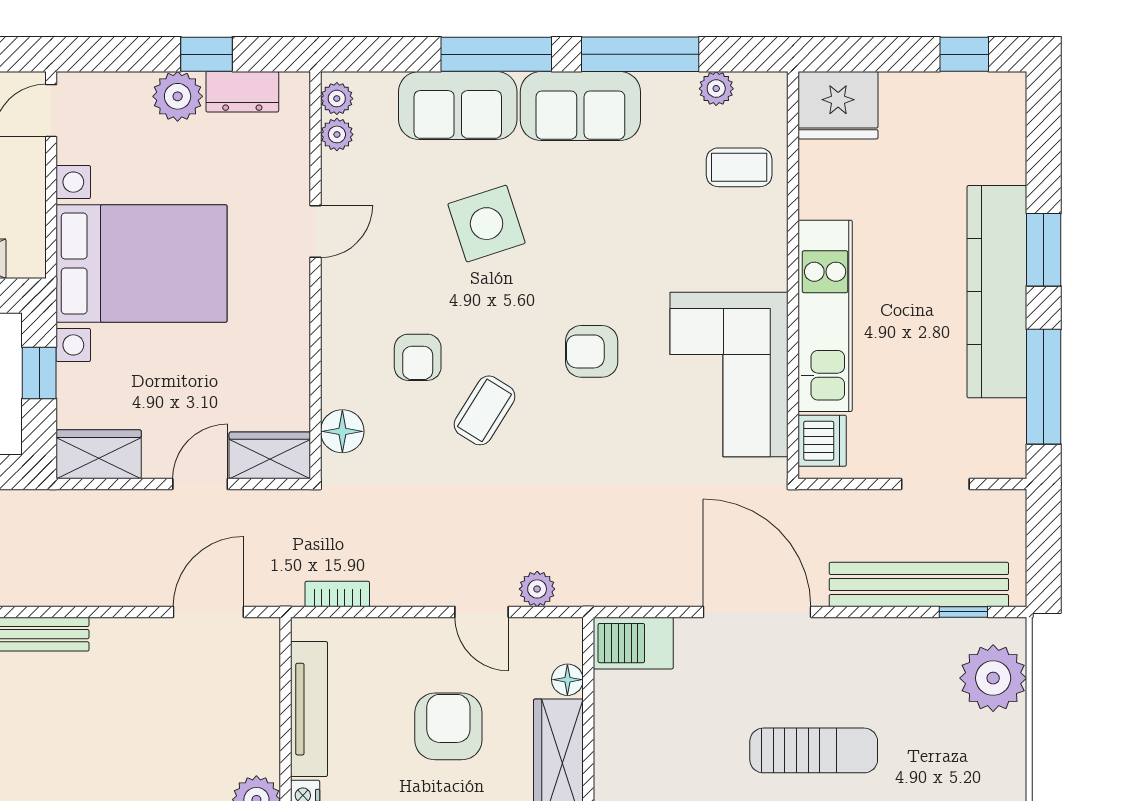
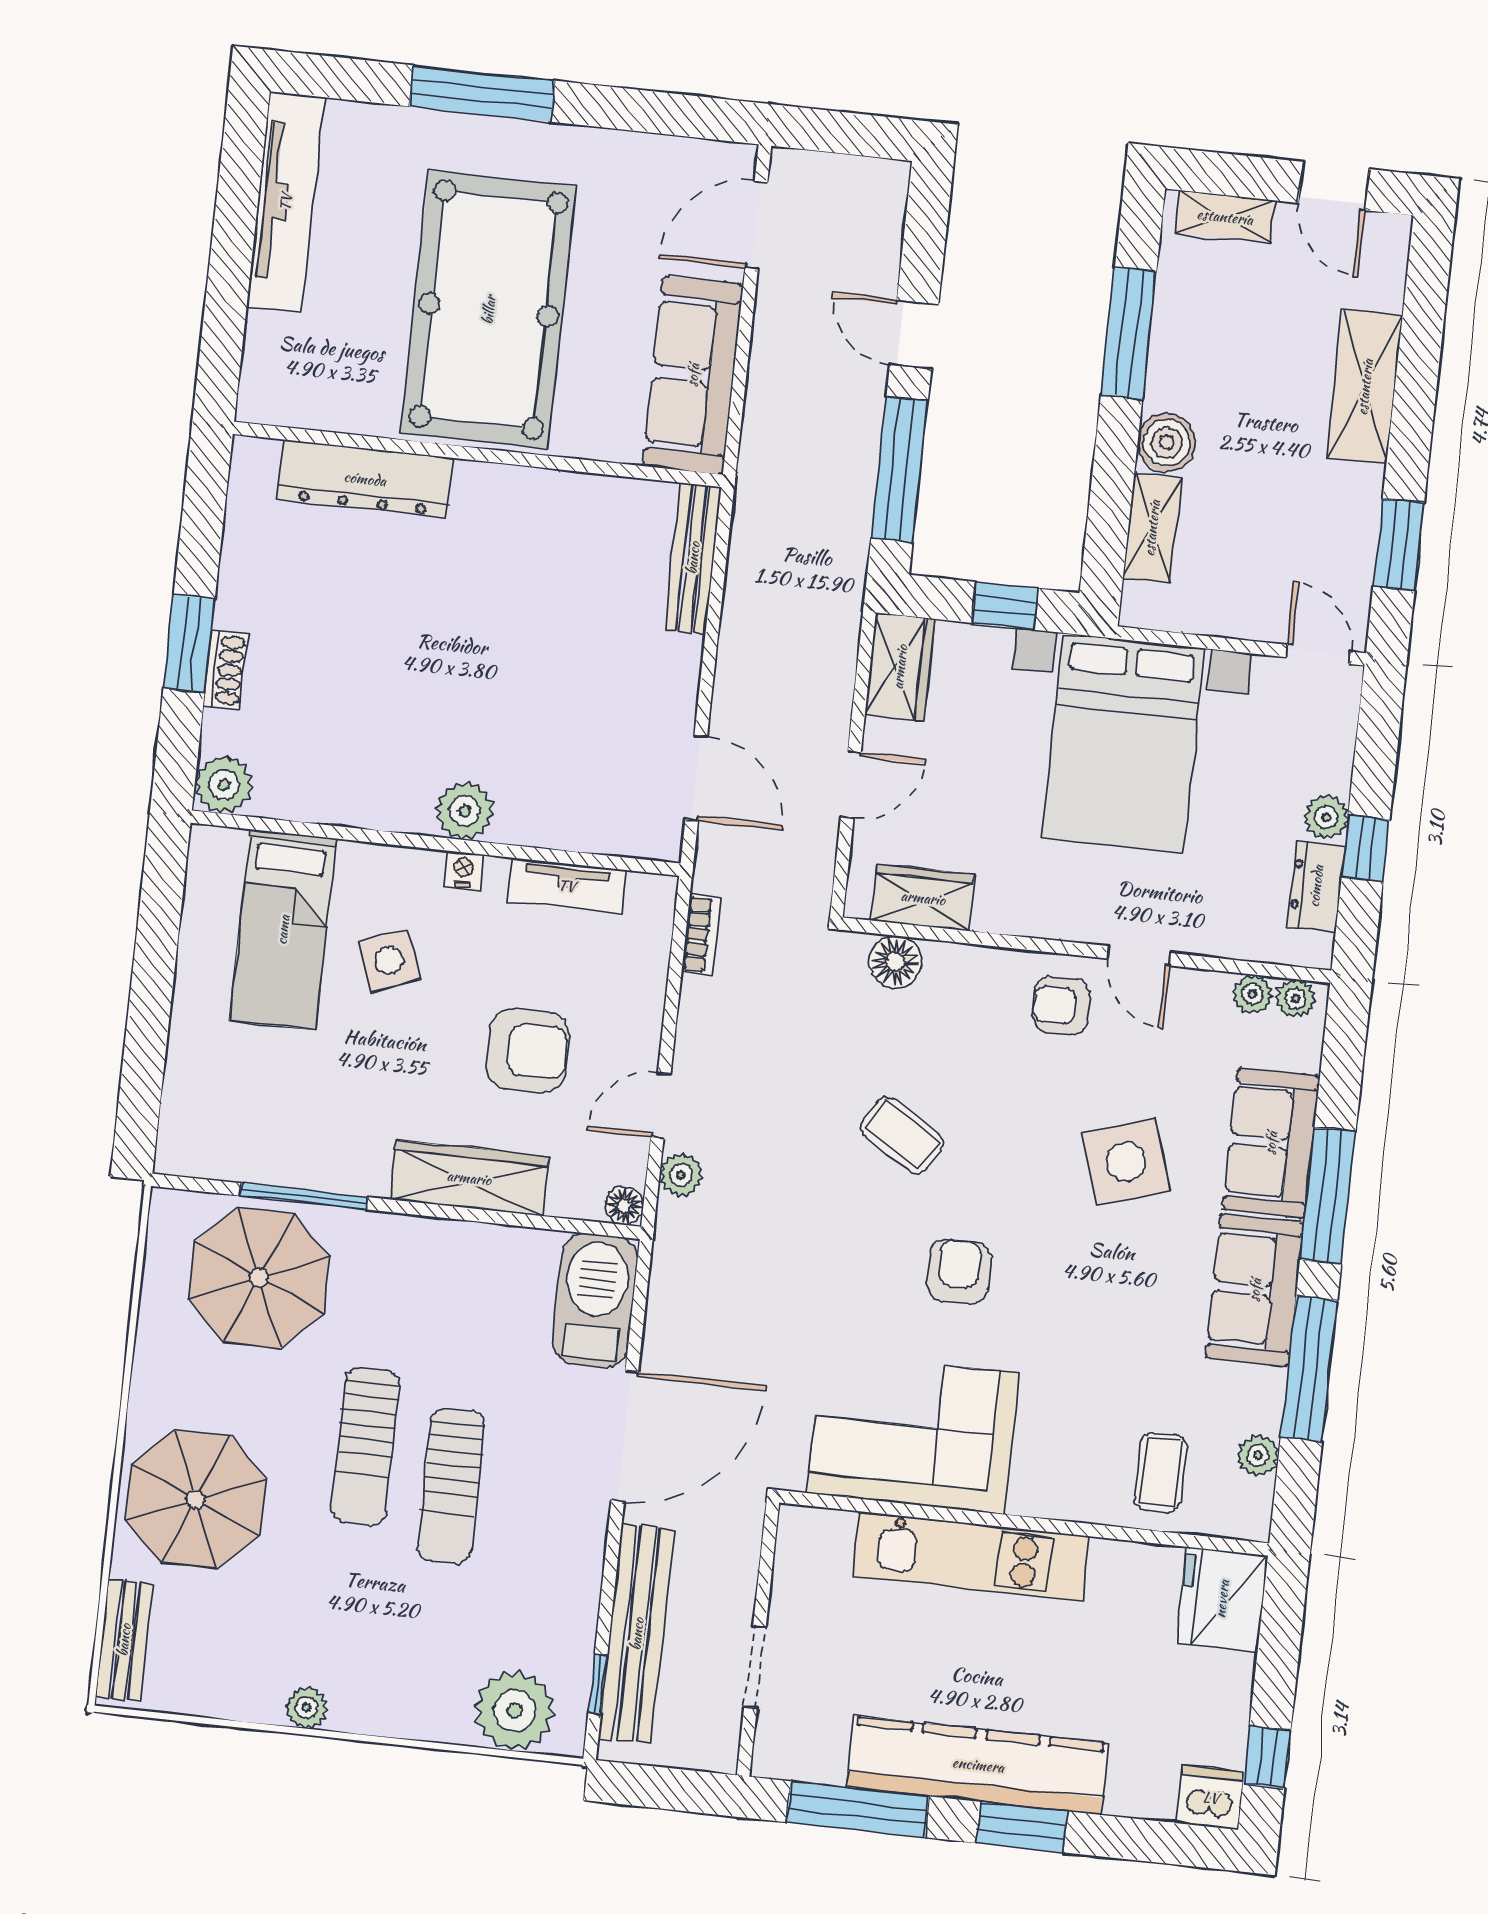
plant: (178, 96) -> (1326, 817), width x0.73, depth x0.73
armchair: (418, 357) -> (1061, 1005), moved
dishwasher: (822, 441) -> (1211, 1798), moved, turned 180
wardrobe: (270, 455) -> (923, 898), moved, turned -90
door: (200, 484) -> (851, 784), hinge flipped
barbecue: (633, 643) -> (595, 1300), width x1.37, depth x1.21
floor lamp: (567, 680) -> (624, 1206), moved
tv unit: (309, 709) -> (567, 886), width x0.71

